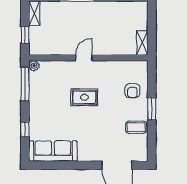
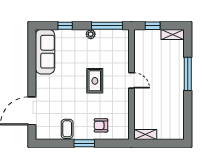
plant: (34, 66) -> (91, 34), moved

